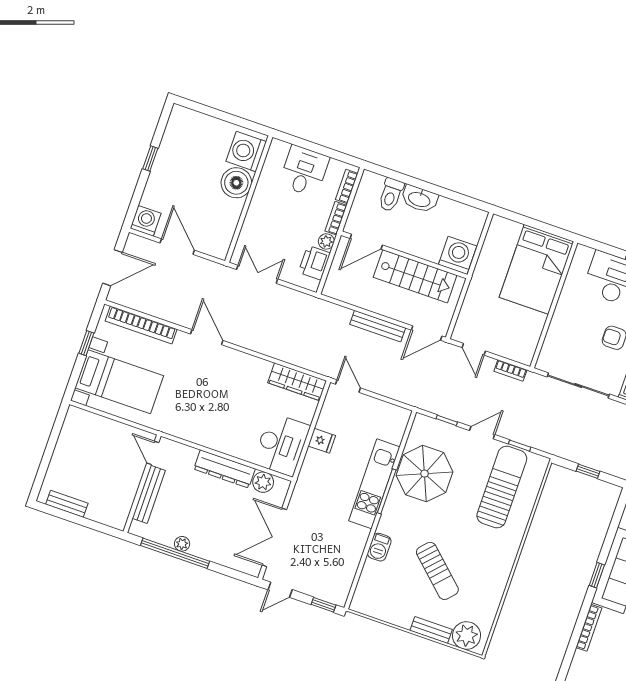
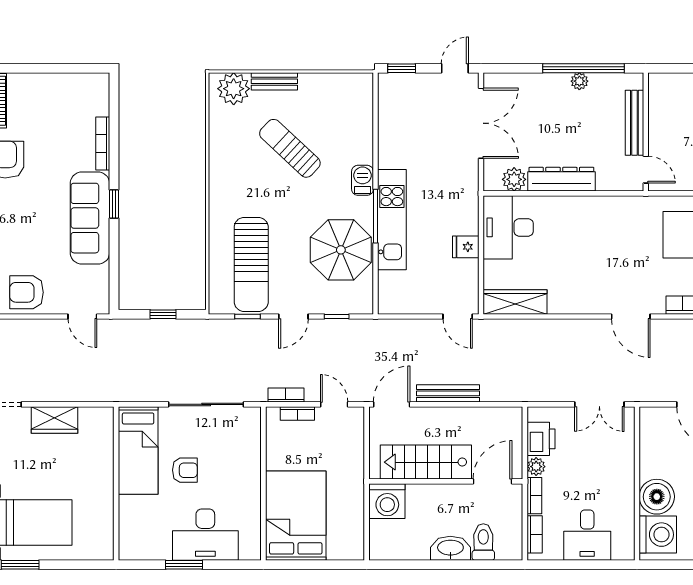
bookcase: (506, 352) -> (297, 413), added
barbecue: (379, 547) -> (362, 180), moved

